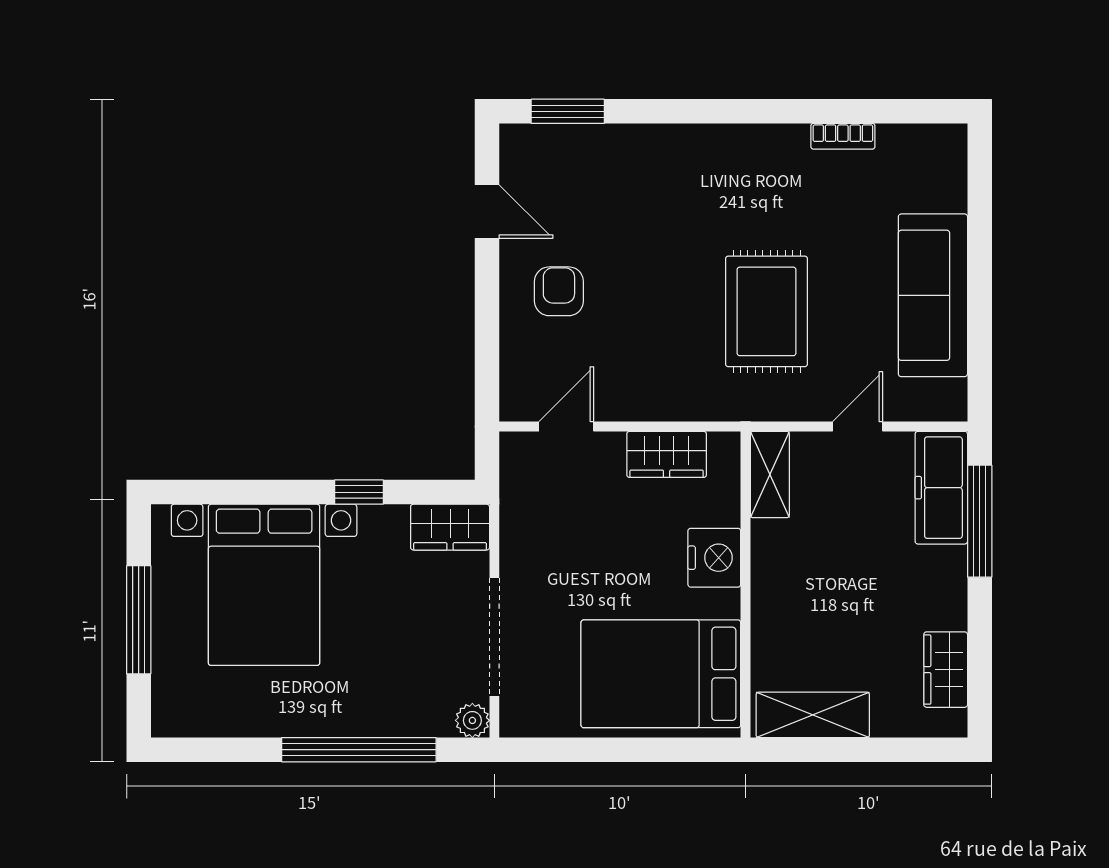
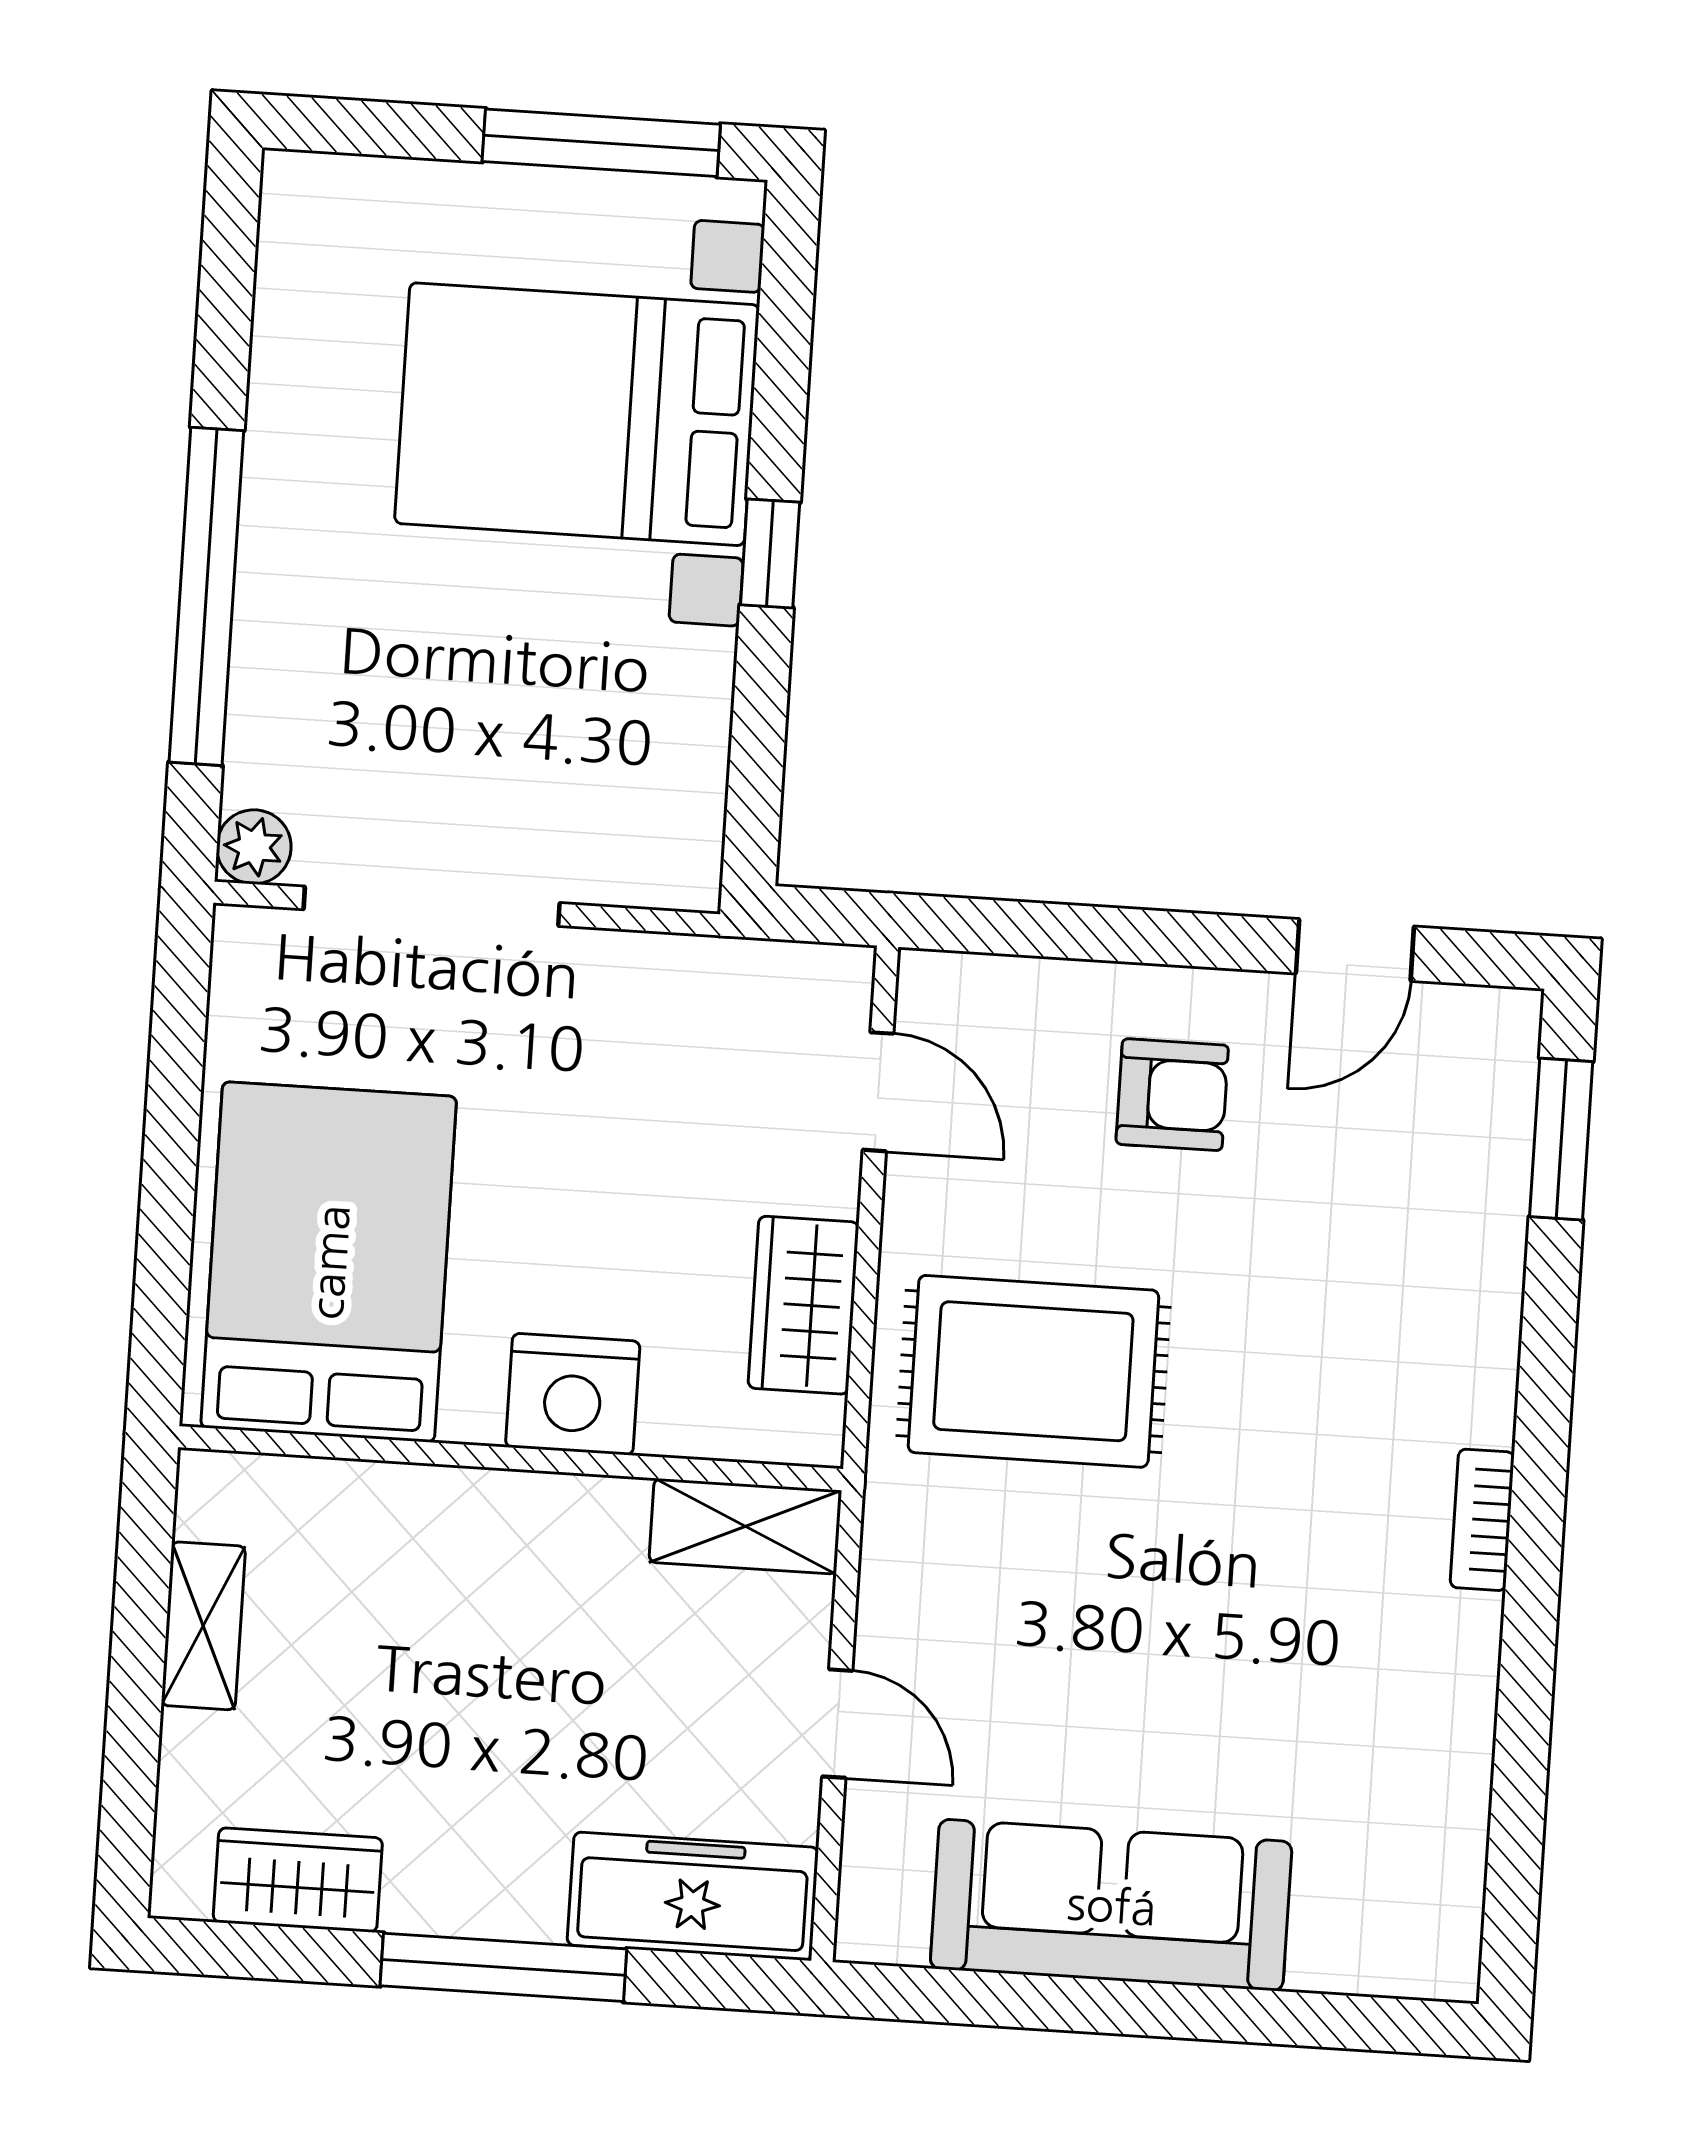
bookcase: (843, 136) -> (1482, 1520), moved
rug: (767, 311) -> (1033, 1371), moved
window: (359, 492) -> (770, 554), moved
window: (980, 521) -> (503, 1967), moved
wardrobe: (450, 527) -> (676, 825), removed
window: (139, 620) -> (601, 143), moved
shelving: (813, 715) -> (203, 1626), width x0.67, depth x0.75

